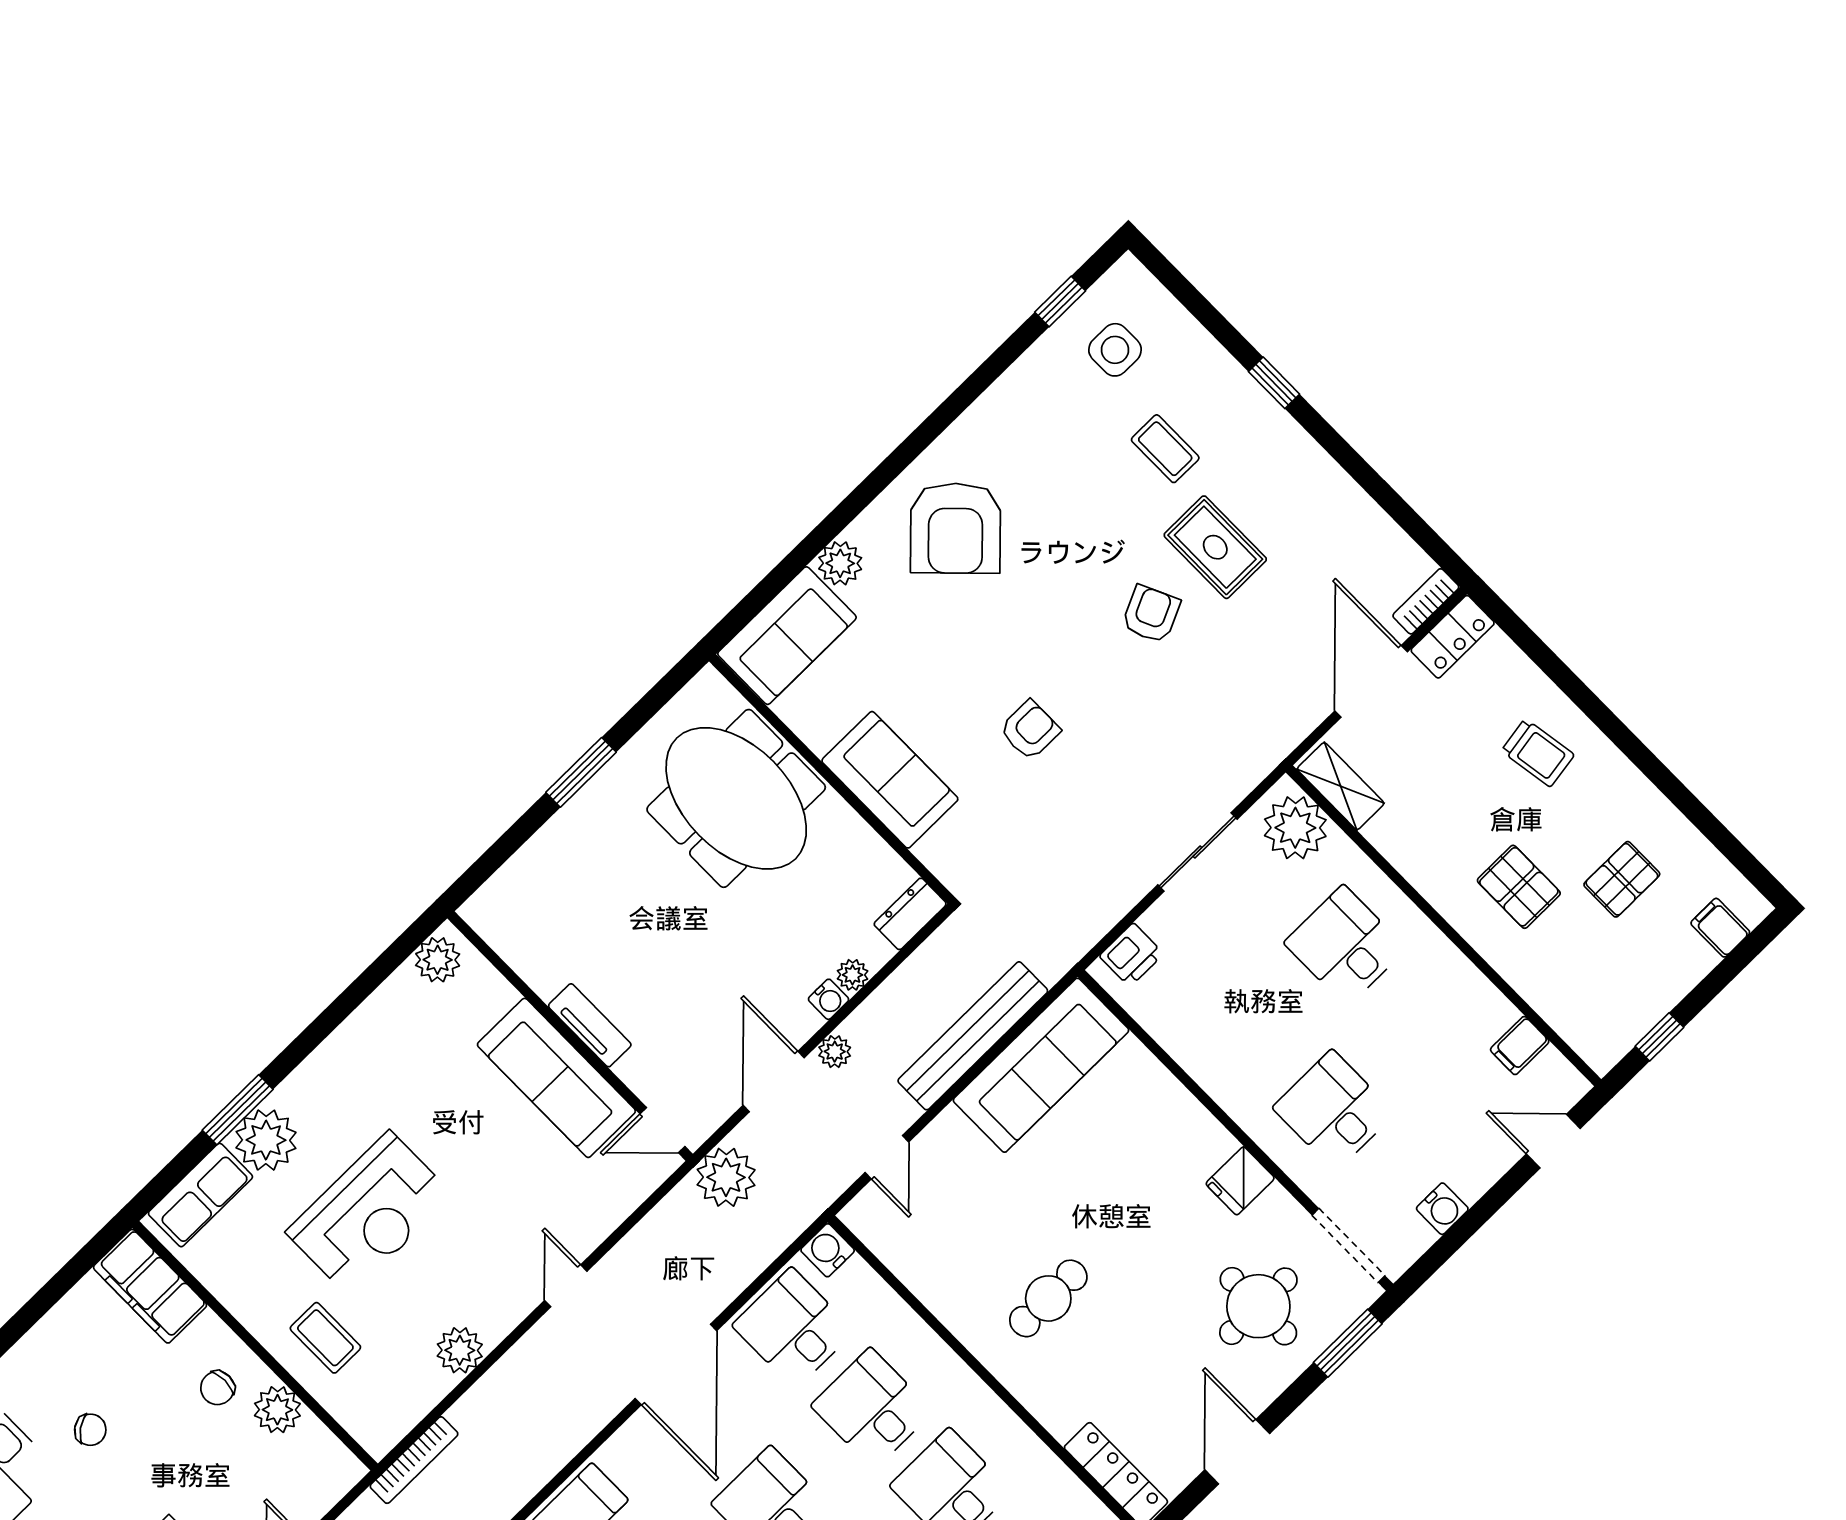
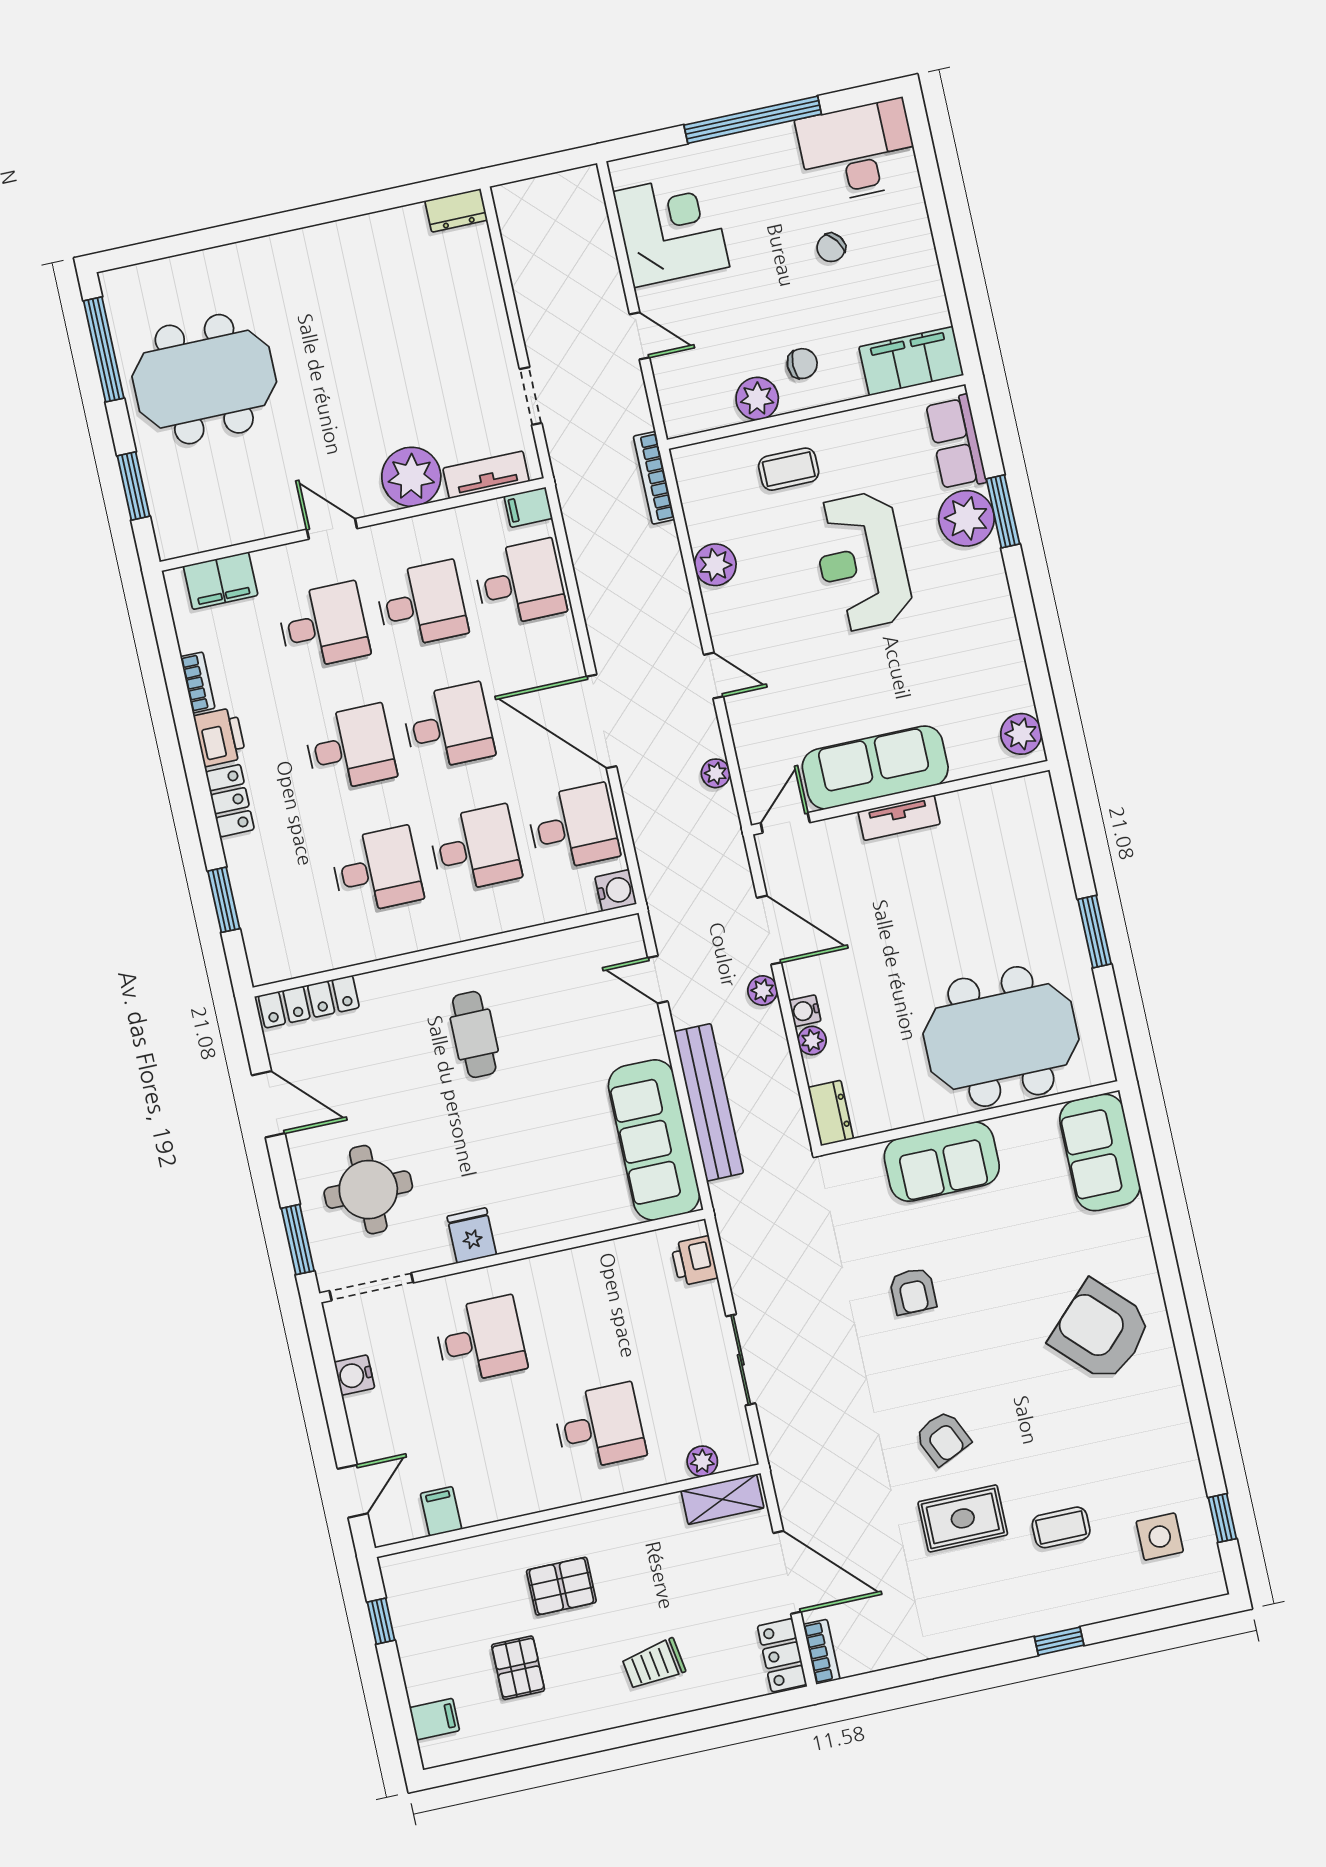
plant: (840, 563) -> (1129, 1227), removed
plant: (1295, 828) -> (702, 1461), width x0.53, depth x0.53
plant: (726, 1177) -> (716, 773), moved, width x0.53, depth x0.53
chair: (217, 1388) -> (802, 364), turned 90

